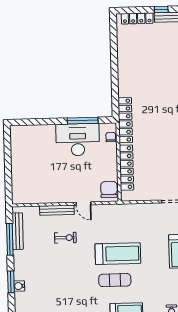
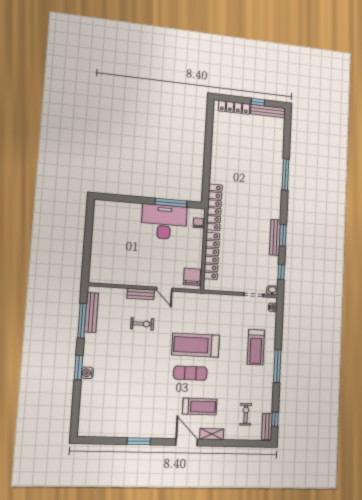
bench: (57, 210) -> (141, 294), width x0.73
treadmill: (118, 254) -> (196, 345), turned 180

